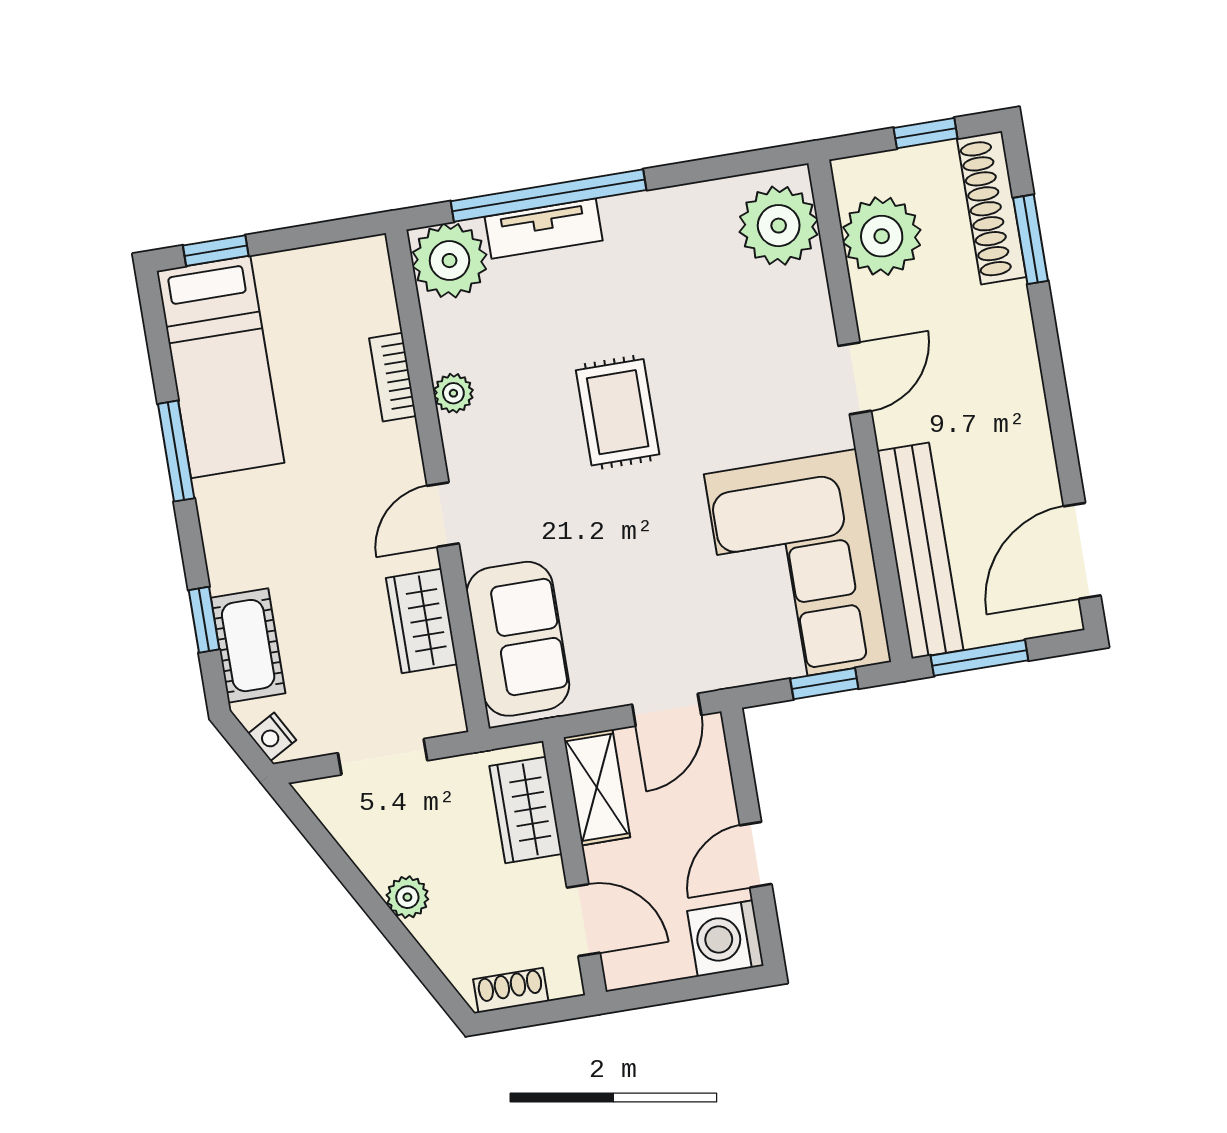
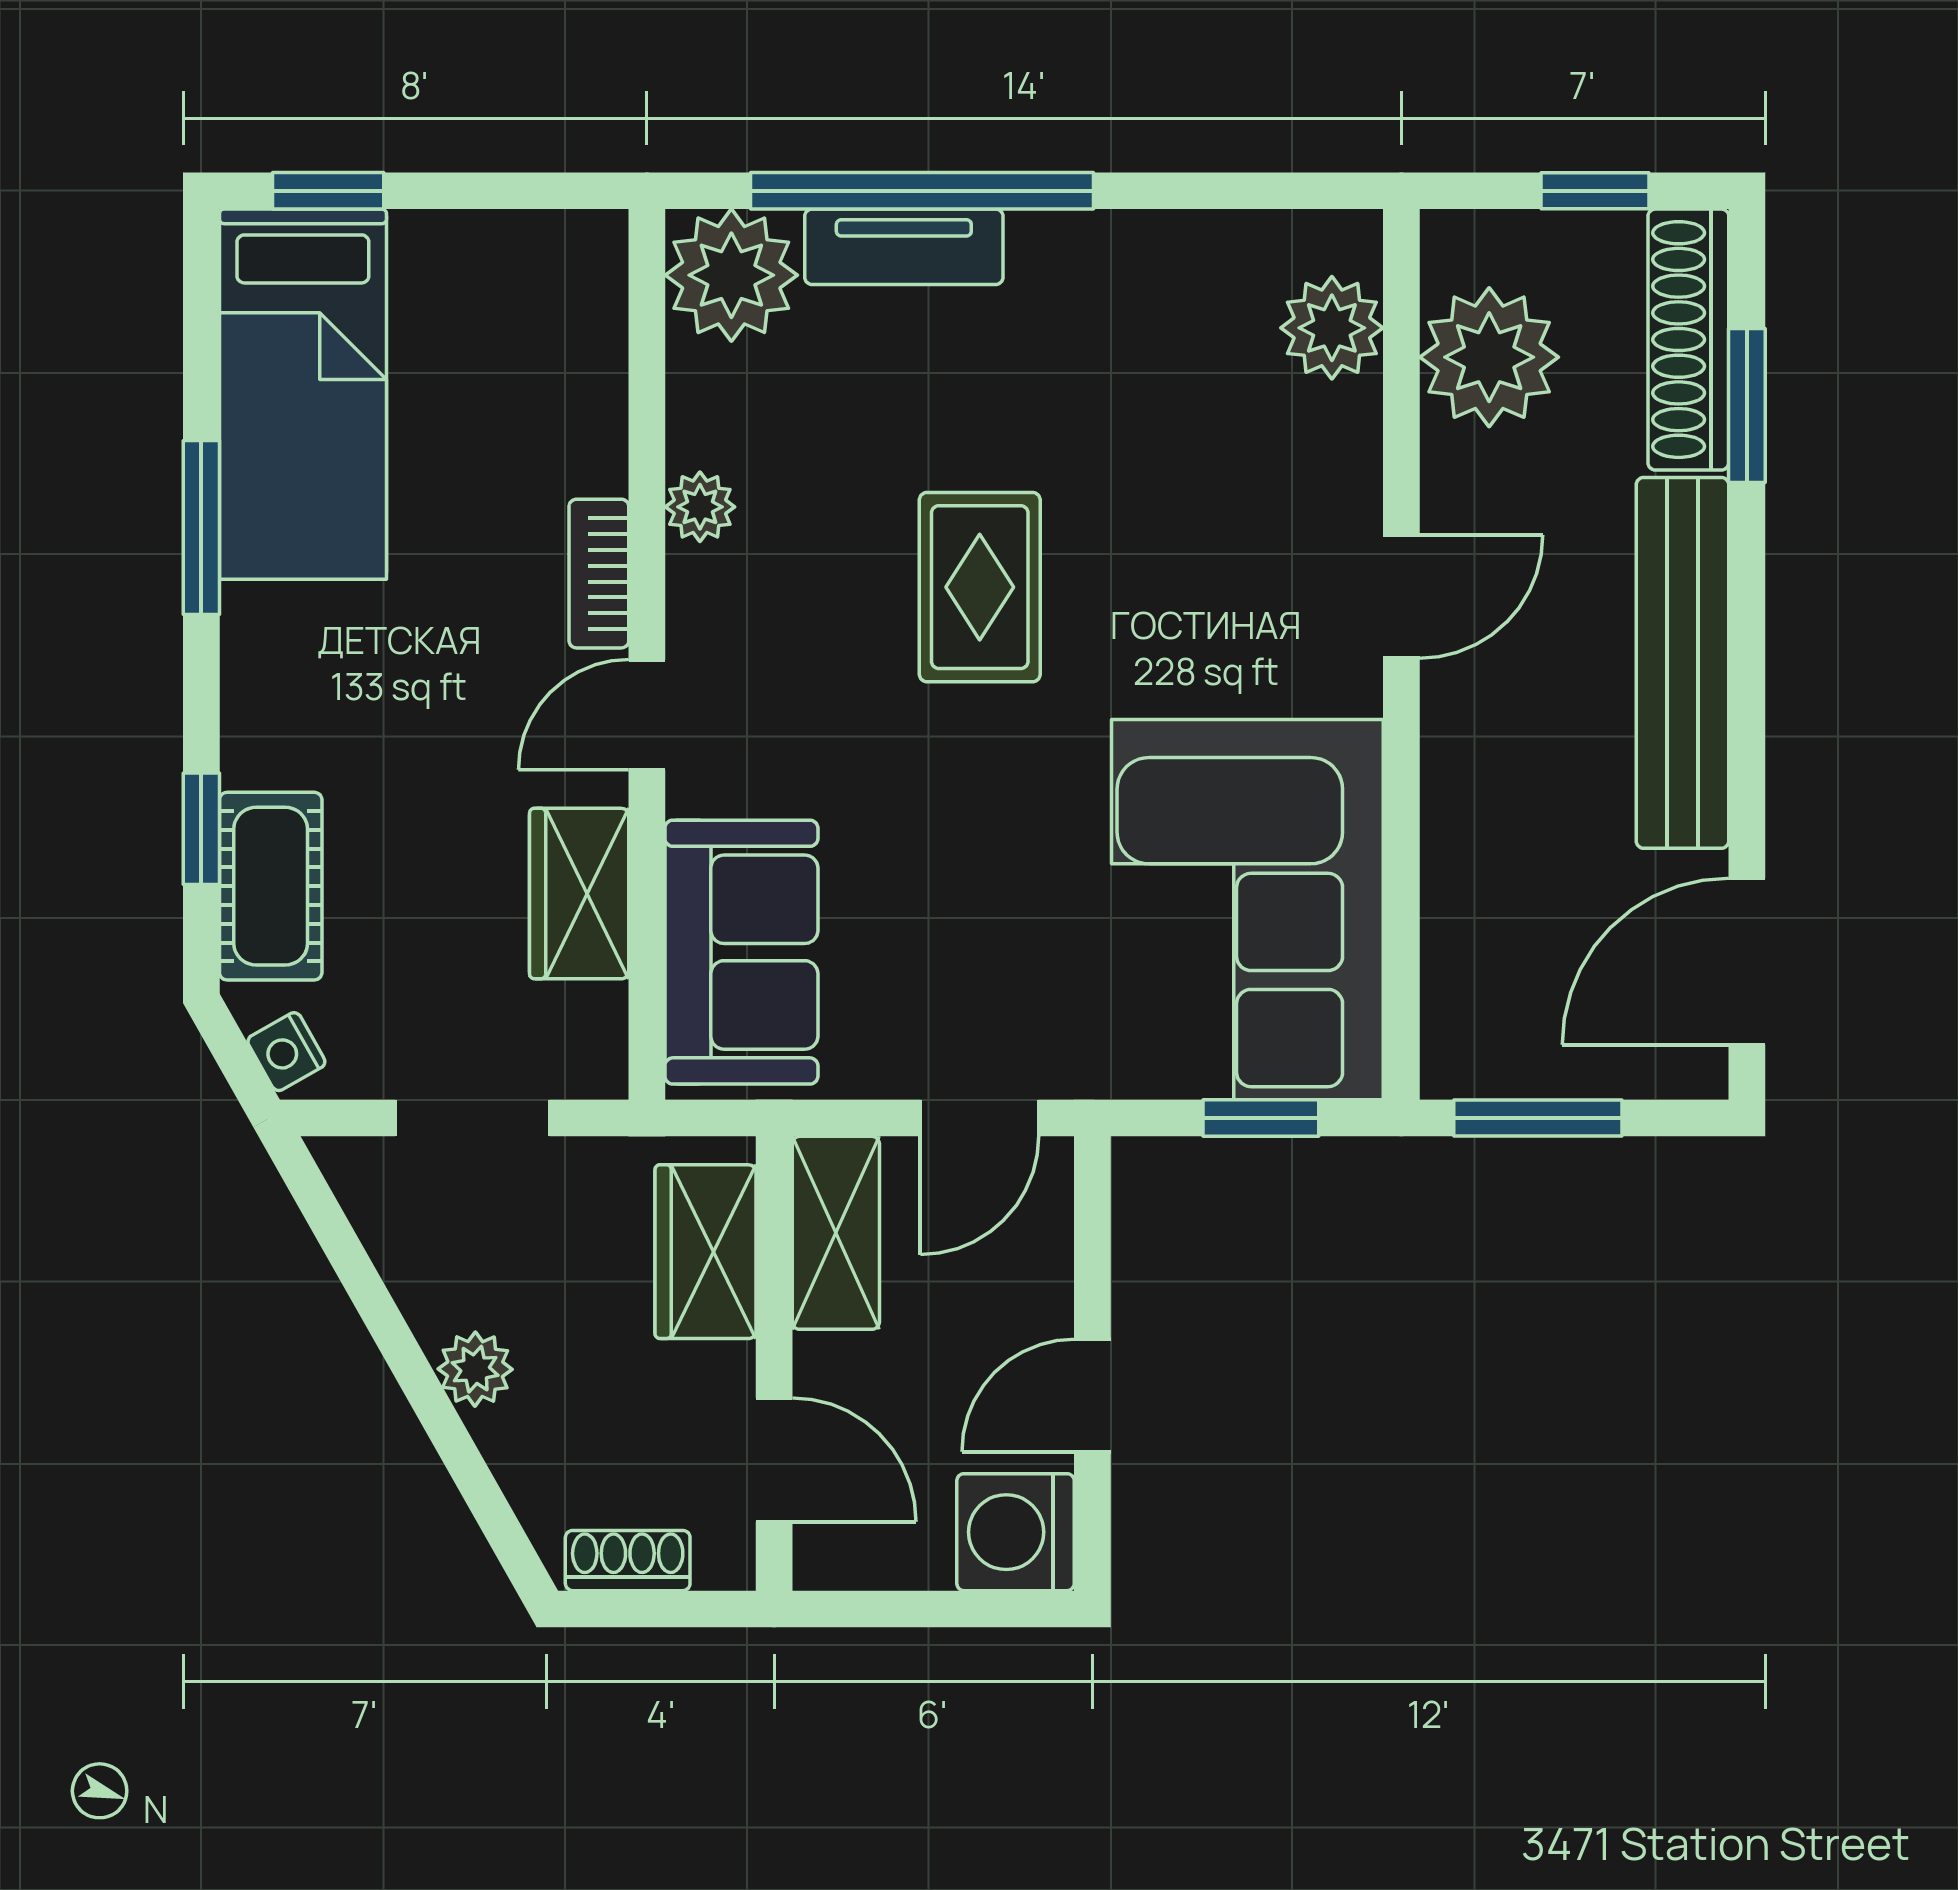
plant: (779, 226) -> (1332, 328), width x0.73, depth x0.73
bookcase: (393, 377) -> (599, 574), moved
bench: (920, 550) -> (1683, 663), moved

